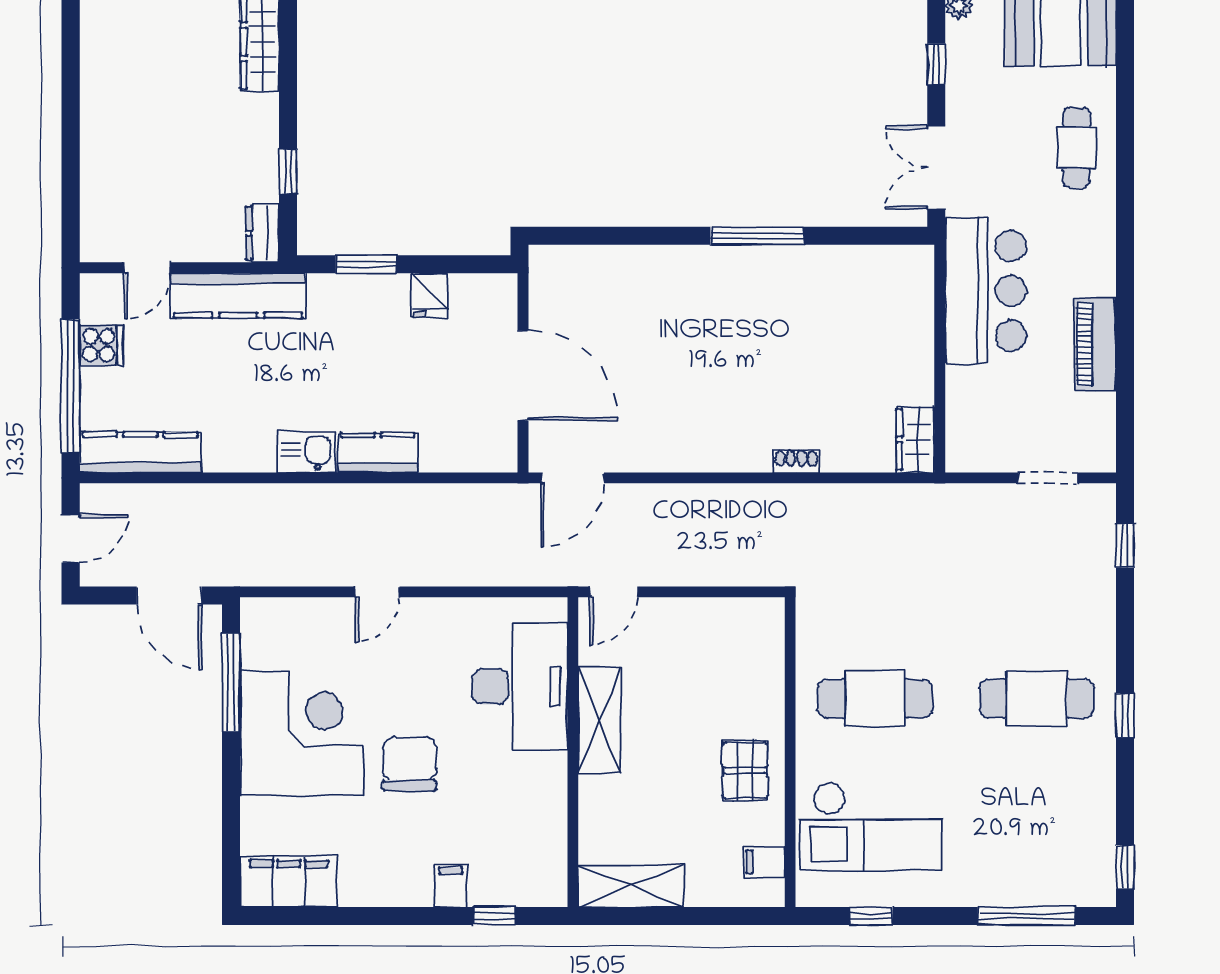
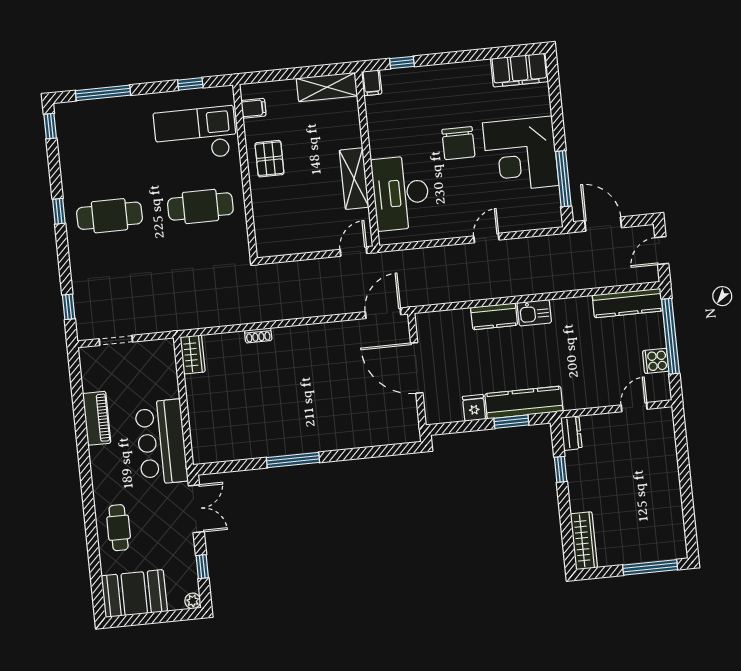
kitchen counter: (238, 296) -> (524, 403), moved
filing cabinet: (451, 886) -> (372, 83), moved

